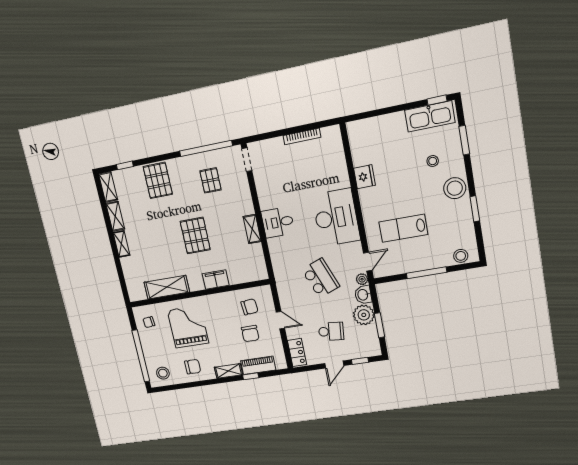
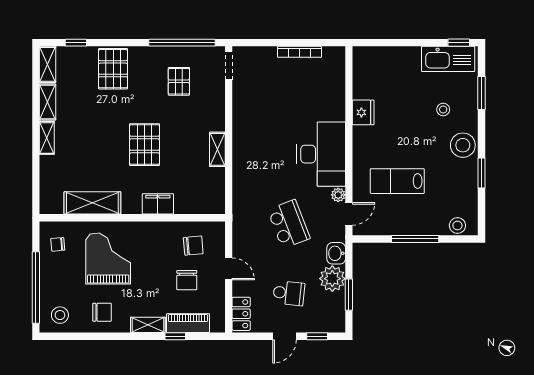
desk: (278, 222) -> (250, 147), removed
plant: (362, 279) -> (338, 195), moved

